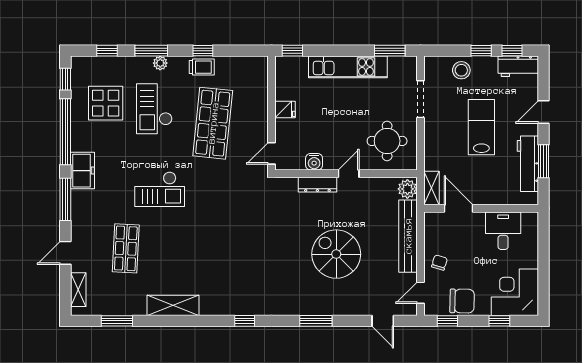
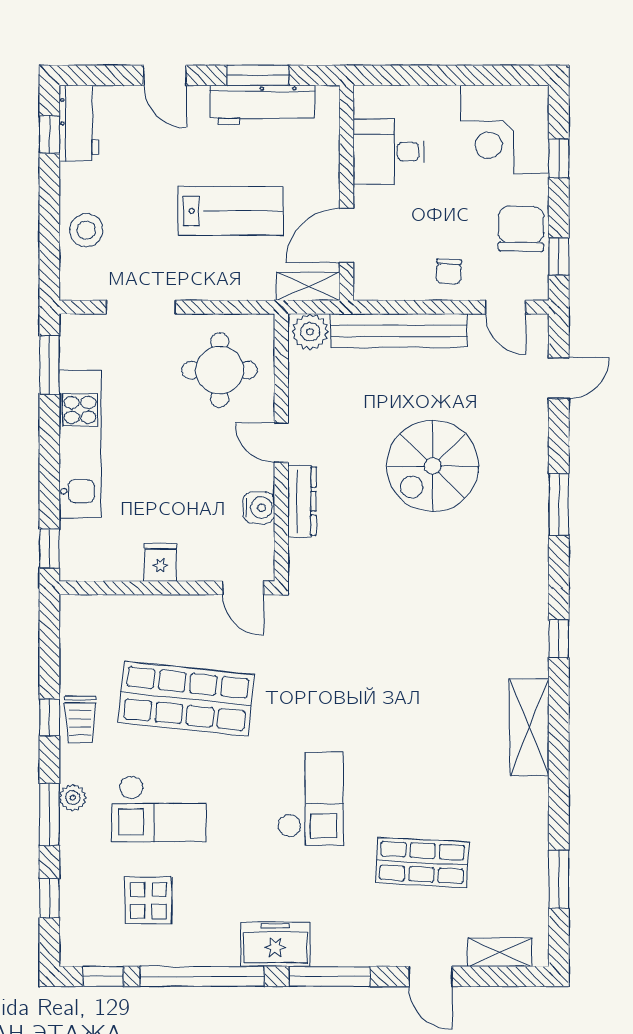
window: (481, 51) -> (49, 193), removed
trolley: (202, 67) -> (80, 719), turned 180
display table: (106, 103) -> (148, 900), width x0.73, depth x0.73
lab bench: (481, 127) -> (230, 211), moved, turned 180
chair: (439, 263) -> (449, 271), turned -104
shelving: (173, 305) -> (529, 727), moved

